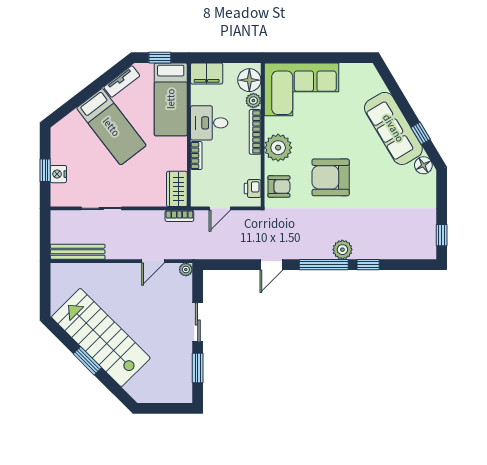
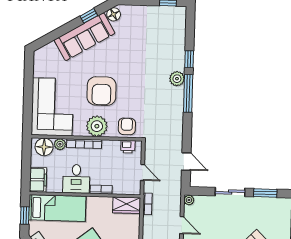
armchair: (331, 177) -> (102, 91), moved
door: (271, 265) -> (186, 161), moved

